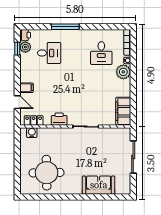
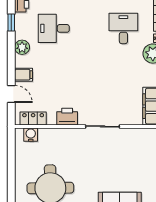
plant: (25, 47) -> (22, 47), moved
desk: (49, 53) -> (54, 28), turned 180
desk: (101, 53) -> (123, 28), turned 180

